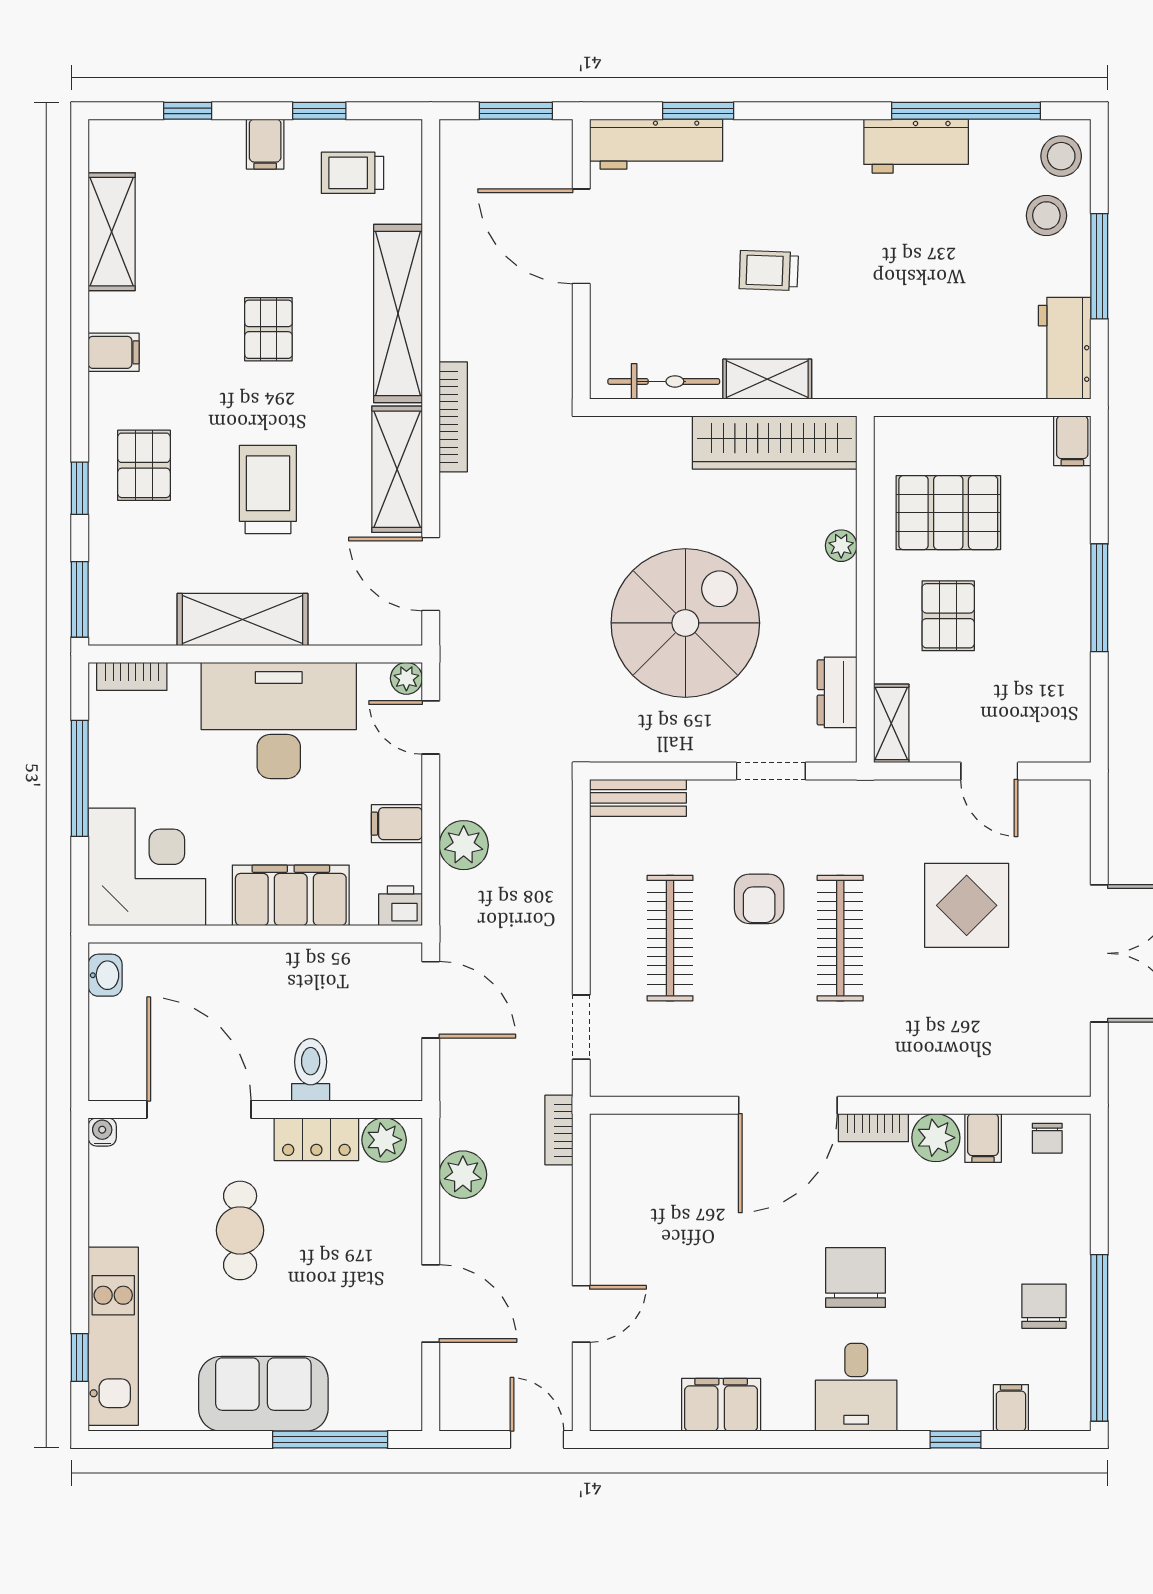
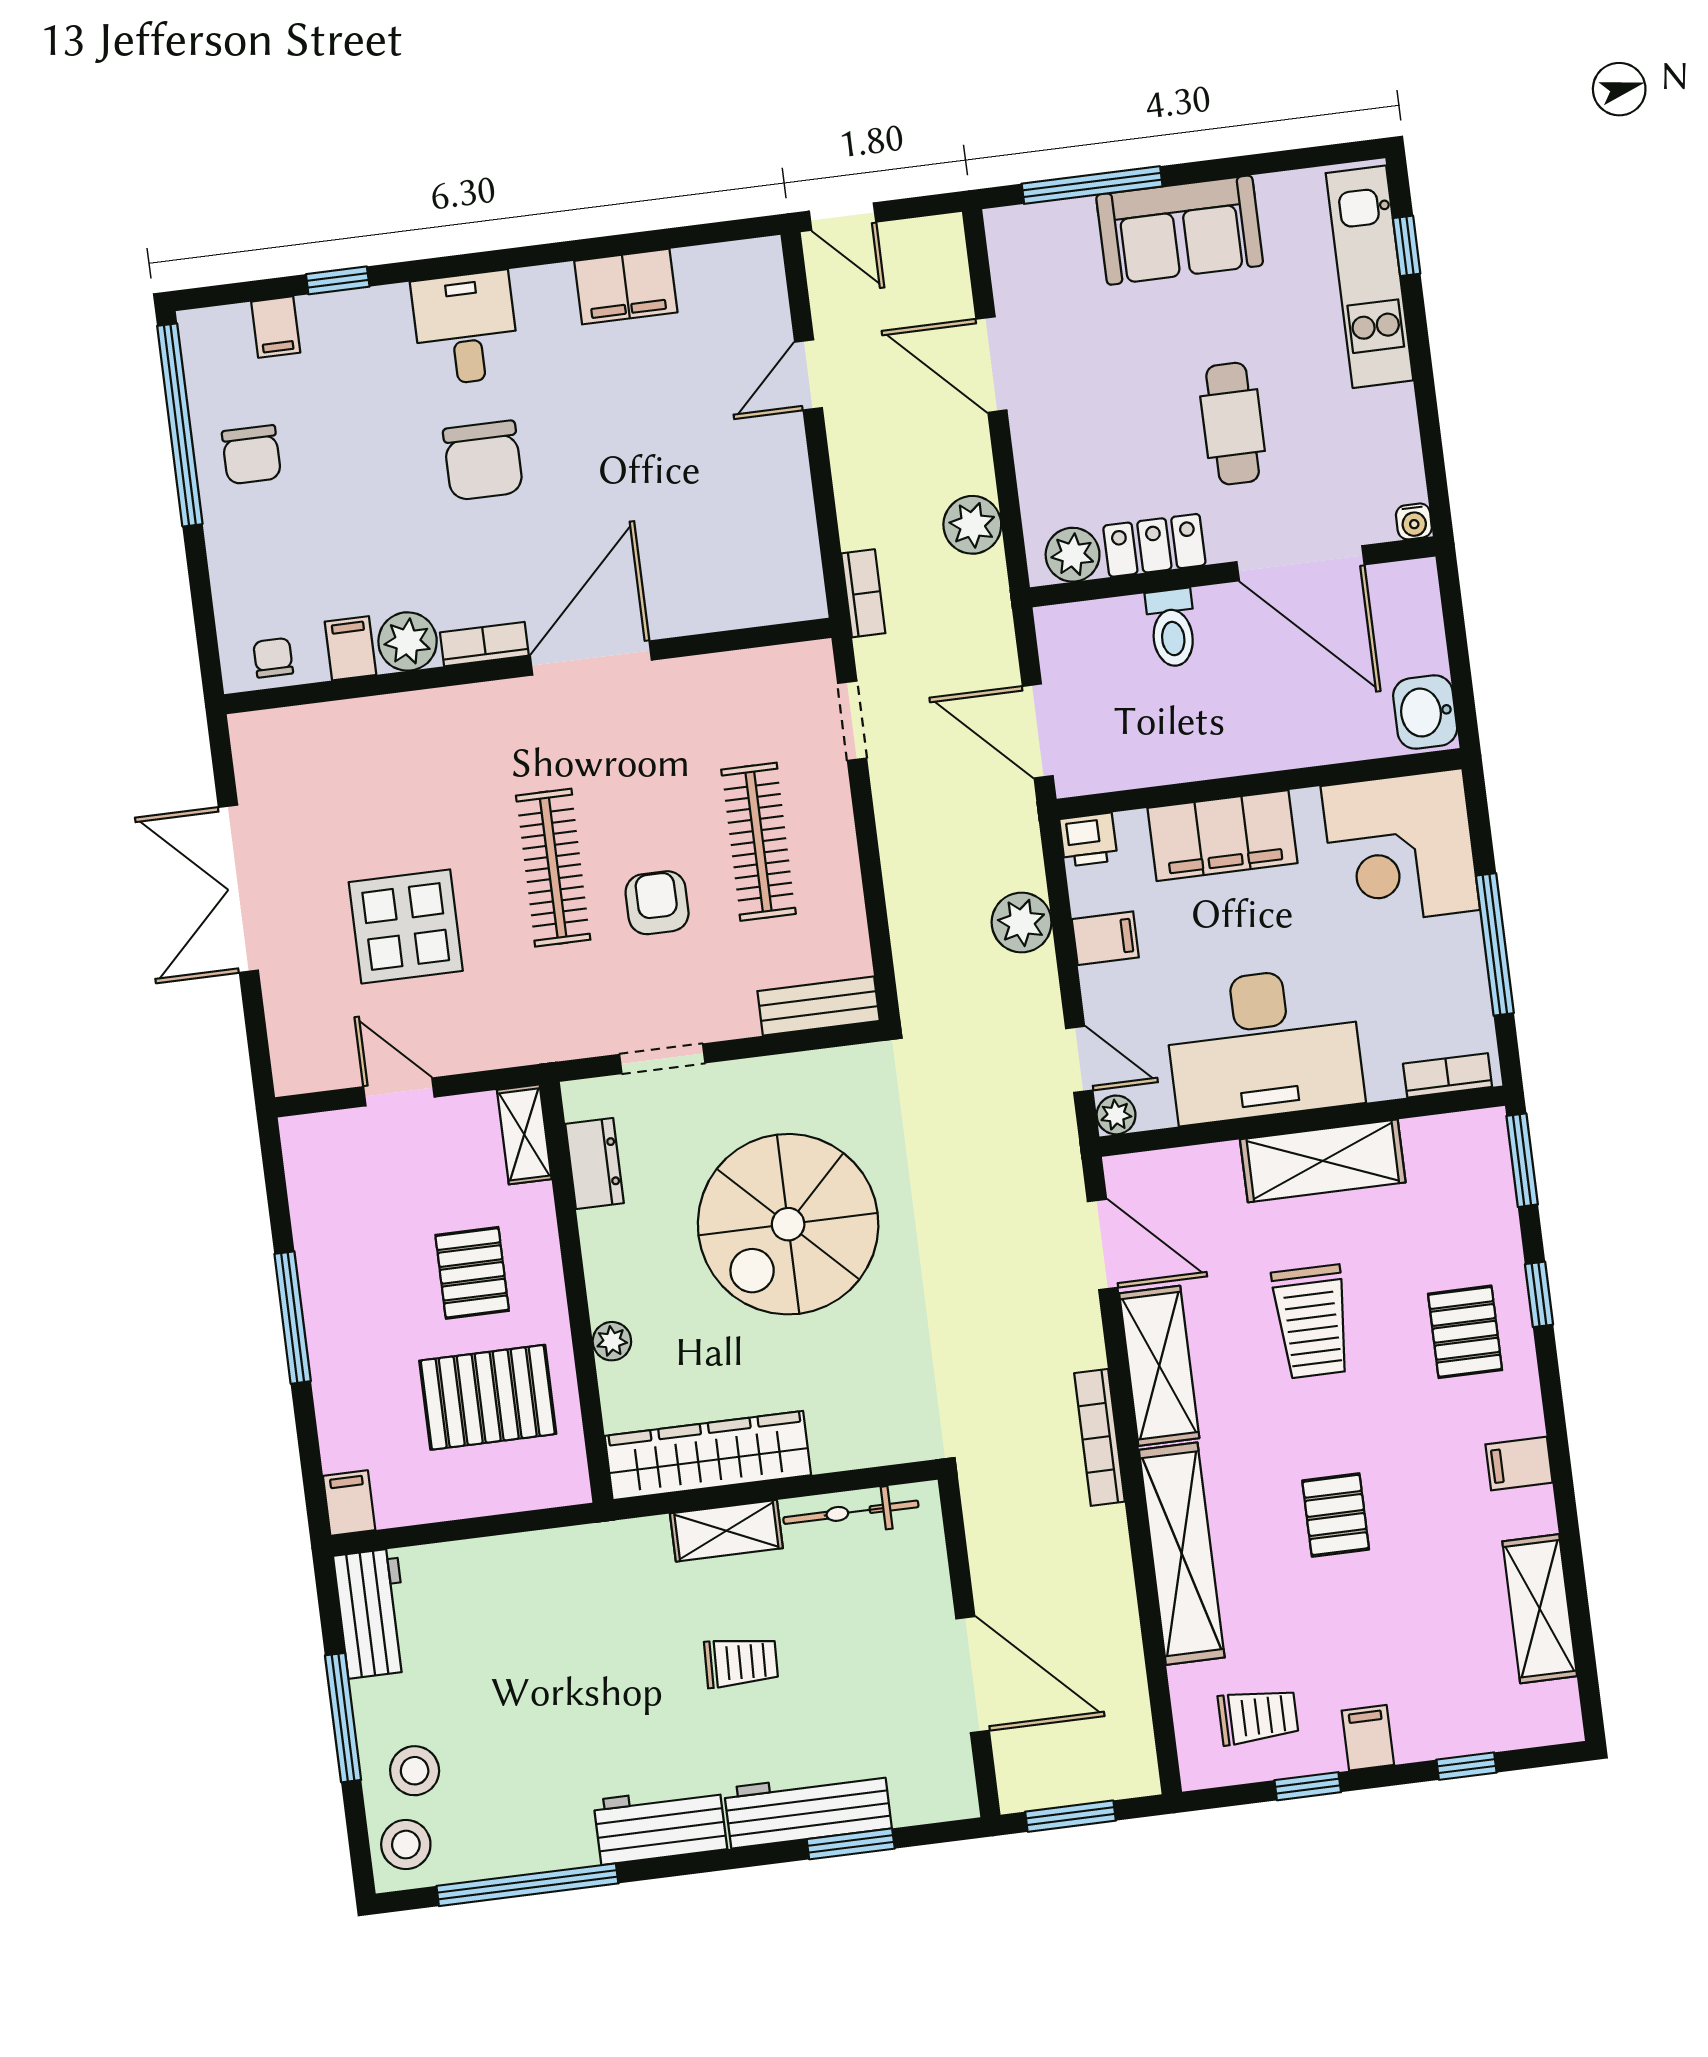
workbench: (656, 144) -> (808, 1808), moved
workbench: (916, 146) -> (660, 1825), moved
washbasin: (105, 975) -> (1425, 712), width x1.38, depth x1.45

